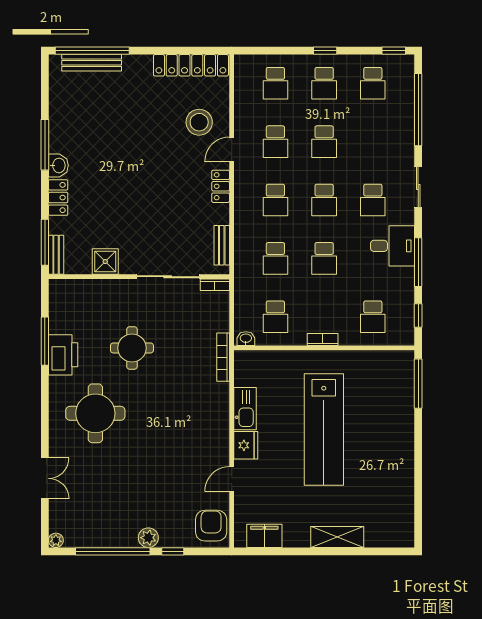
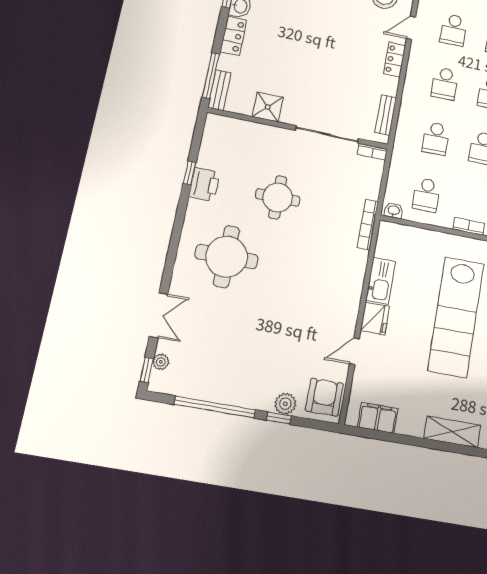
window: (45, 341) -> (190, 173), width x0.46
printer: (63, 355) -> (204, 184), width x0.73, depth x0.84
window: (45, 529) -> (147, 370), added
plant: (148, 538) -> (285, 404), moved
plant: (56, 540) -> (161, 362), moved

